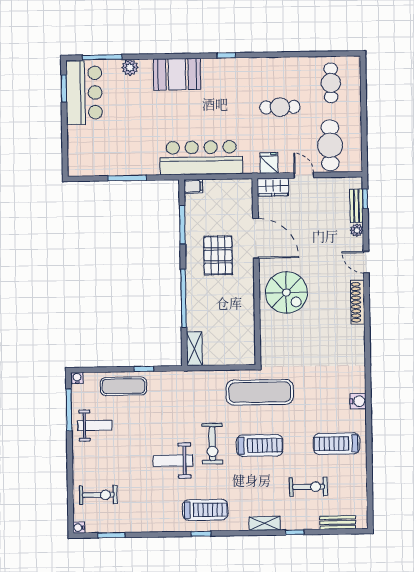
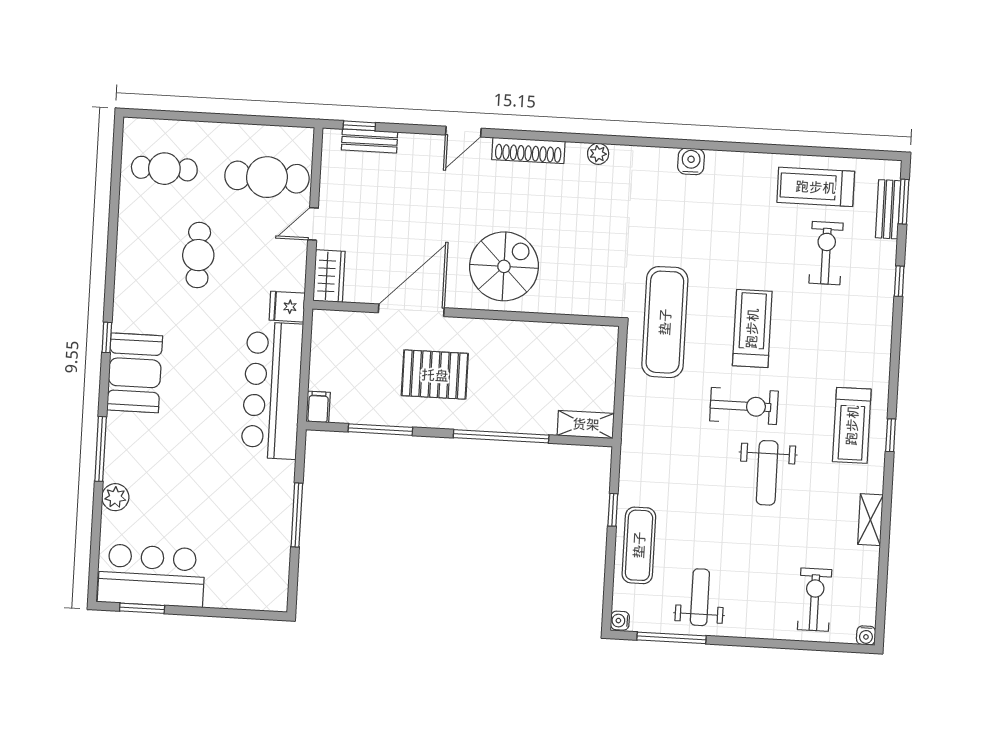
window: (102, 57) -> (101, 449), moved
booth: (177, 74) -> (135, 373), moved
fridge: (269, 163) -> (287, 307), moved
plant: (357, 230) -> (598, 154), moved
treadmill: (336, 444) -> (816, 187), moved, turned 90
treadmill: (205, 510) -> (852, 425), turned 180
shelving: (265, 523) -> (870, 520), moved
window: (111, 535) -> (904, 202), moved

